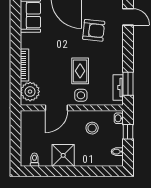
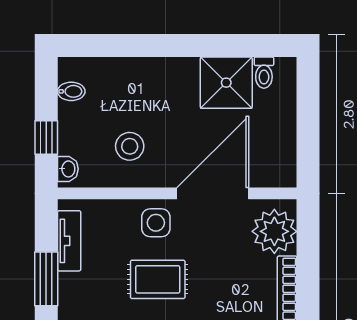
rug: (80, 71) -> (158, 279), turned 90
window: (128, 84) -> (46, 279), moved
door: (56, 108) -> (213, 193), width x1.36
shower: (63, 155) -> (226, 83), moved

